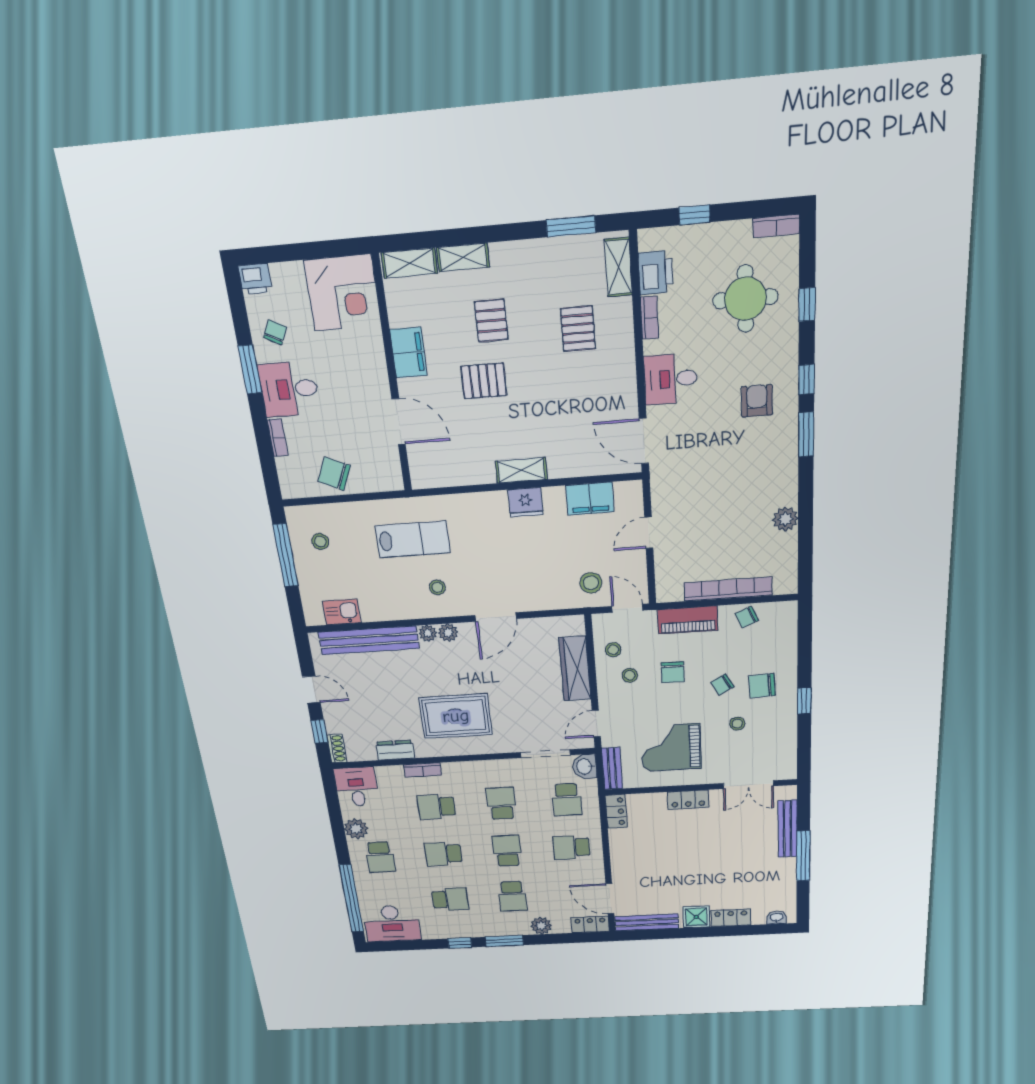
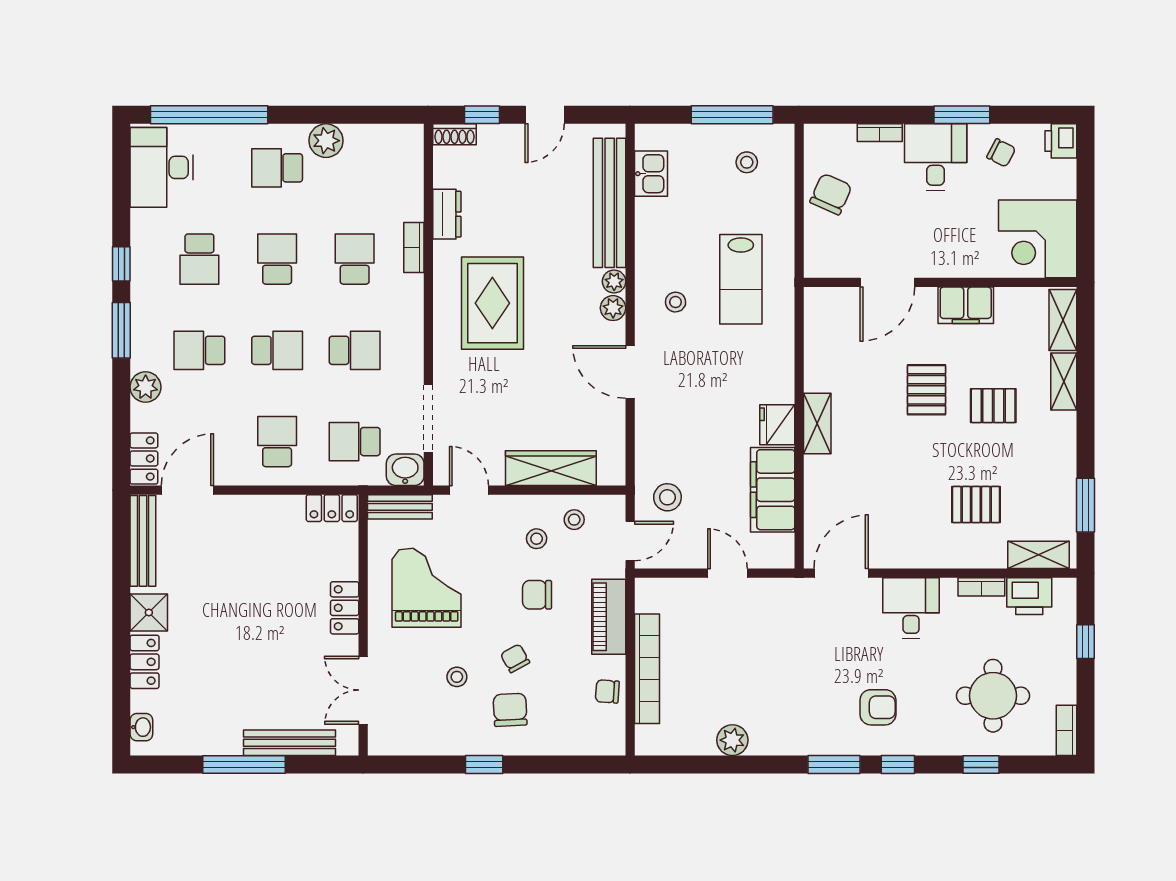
filing cabinet: (590, 499) -> (773, 490), width x1.50, depth x1.17
chair: (747, 617) -> (607, 691), turned -63
desk: (357, 787) -> (393, 152), removed

